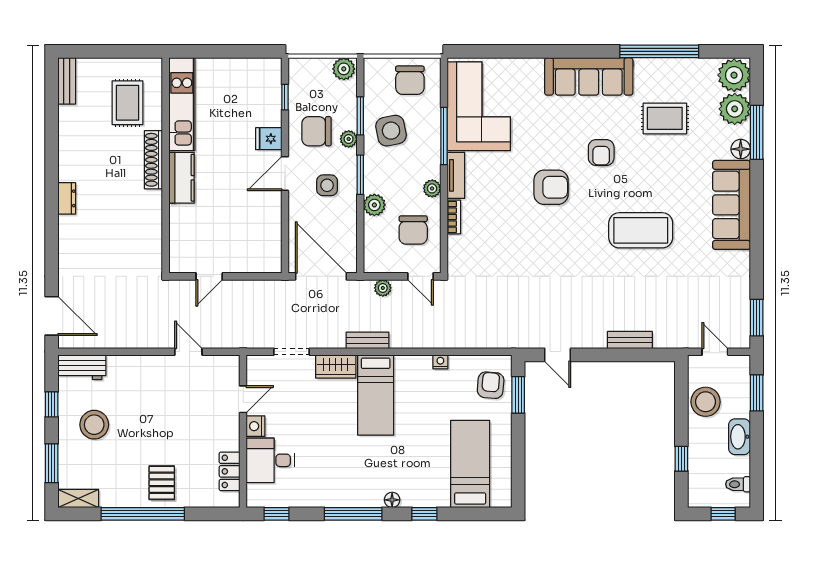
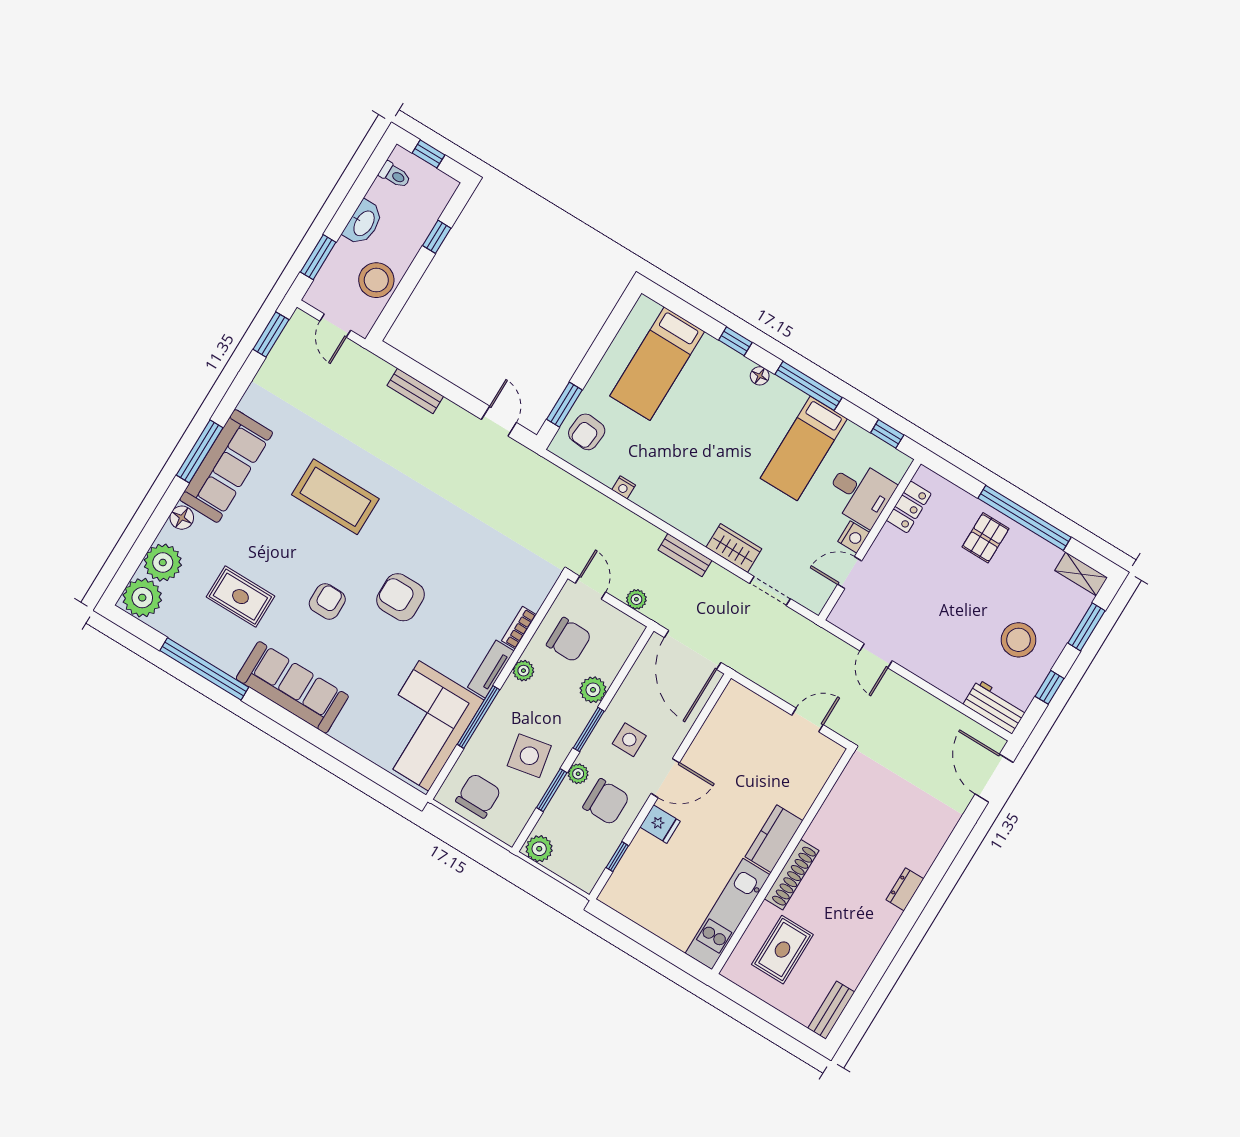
window: (757, 132) -> (200, 451), moved
chair: (413, 230) -> (569, 640), turned 90
bed: (376, 395) -> (804, 448), moved, turned 180

